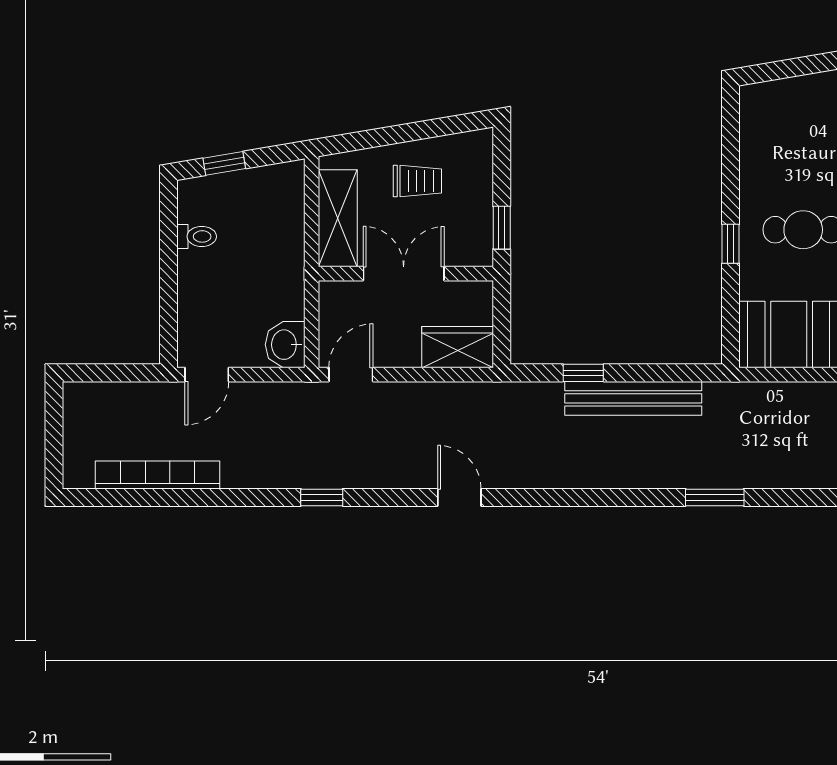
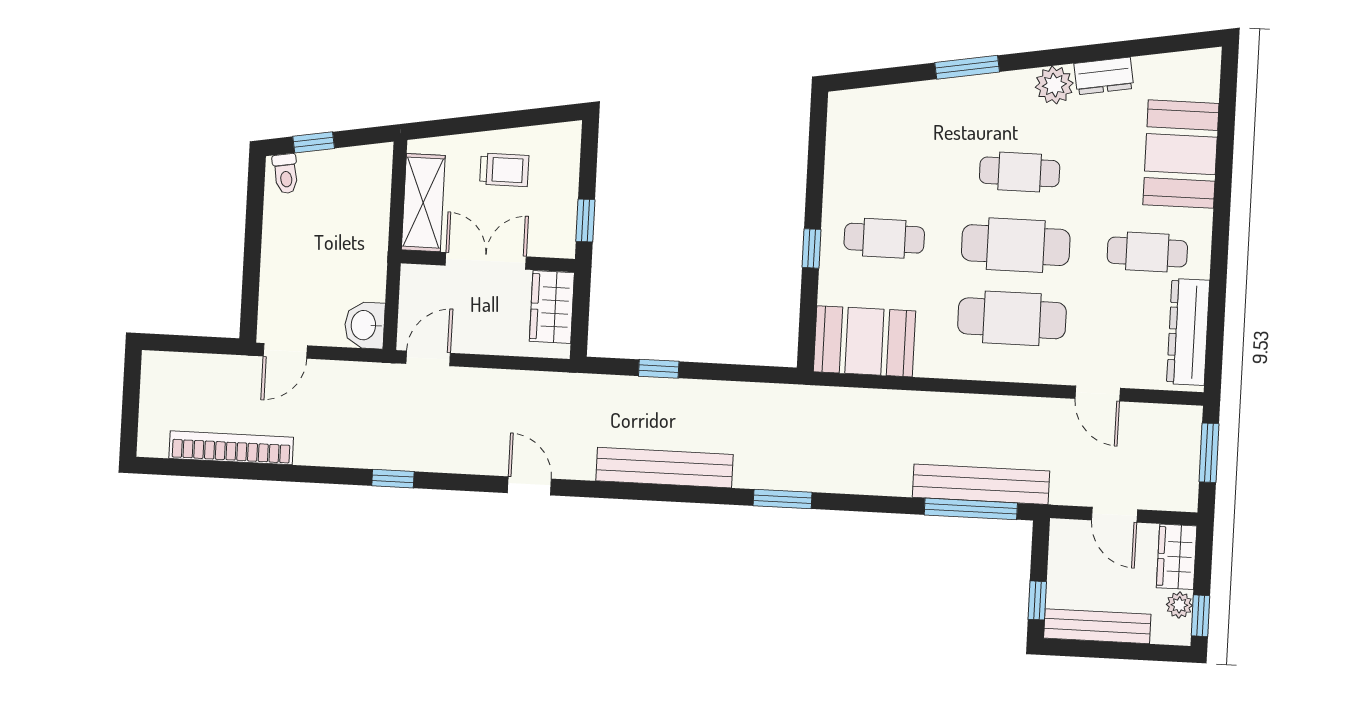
toilet: (197, 236) -> (286, 174), moved, turned 80
wardrobe: (458, 347) -> (552, 307), moved, turned -90
bench: (633, 398) -> (664, 468), moved

